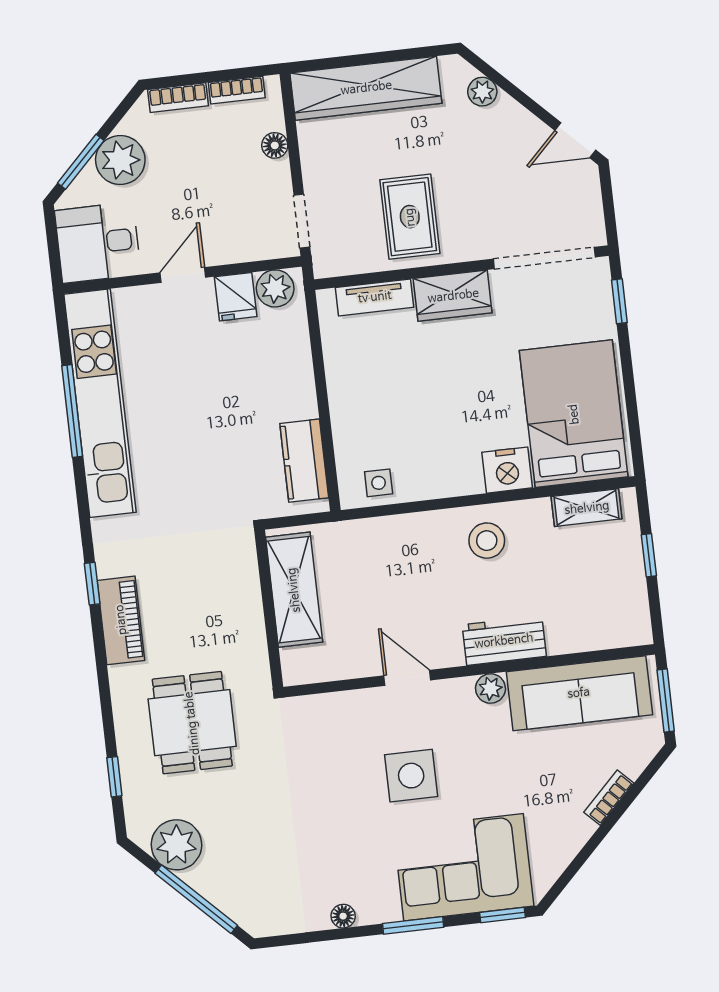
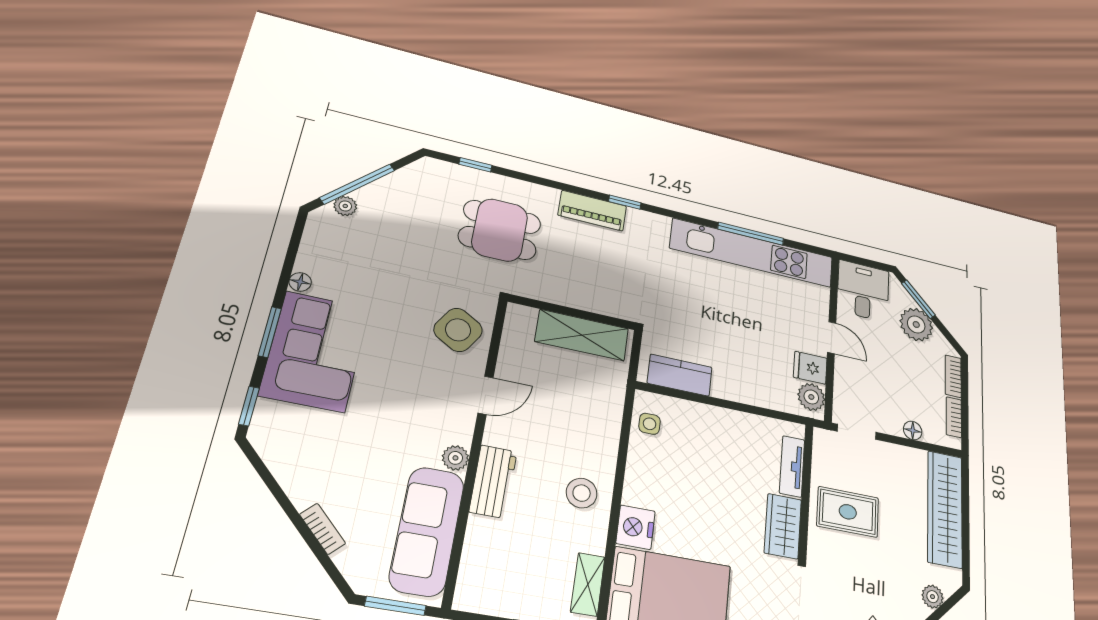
side table: (411, 776) -> (458, 330), moved, turned 31
plant: (176, 845) -> (345, 206), moved, width x0.53, depth x0.53
corner sofa: (464, 867) -> (315, 351), moved

